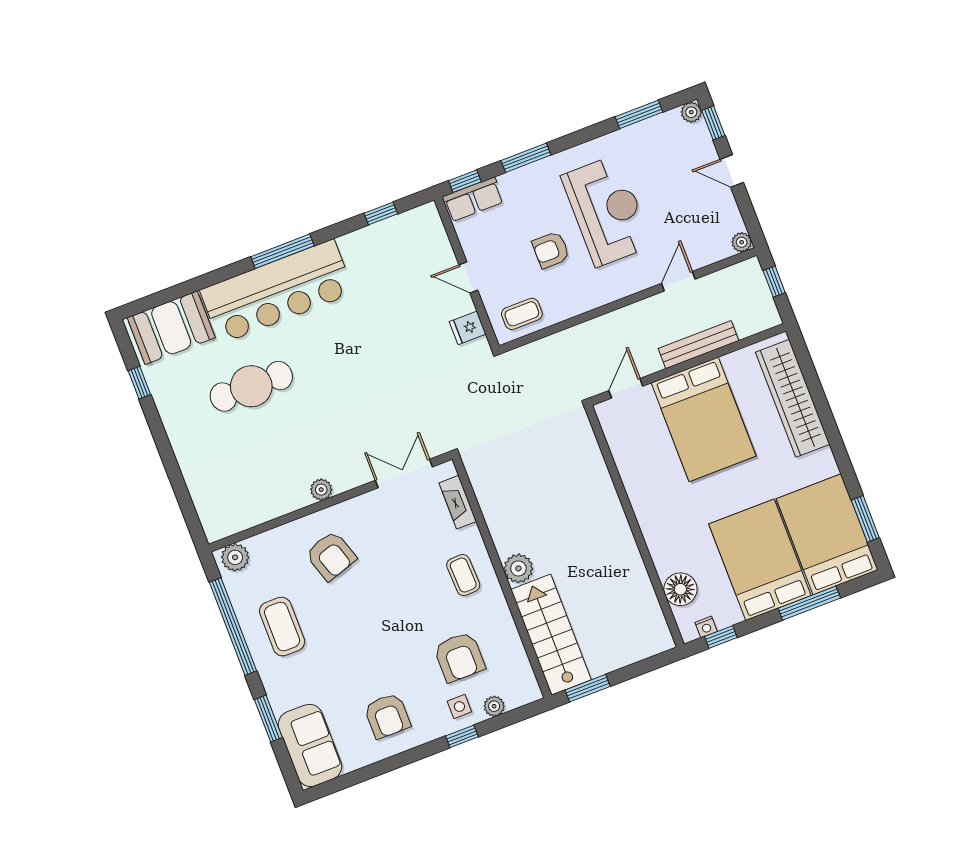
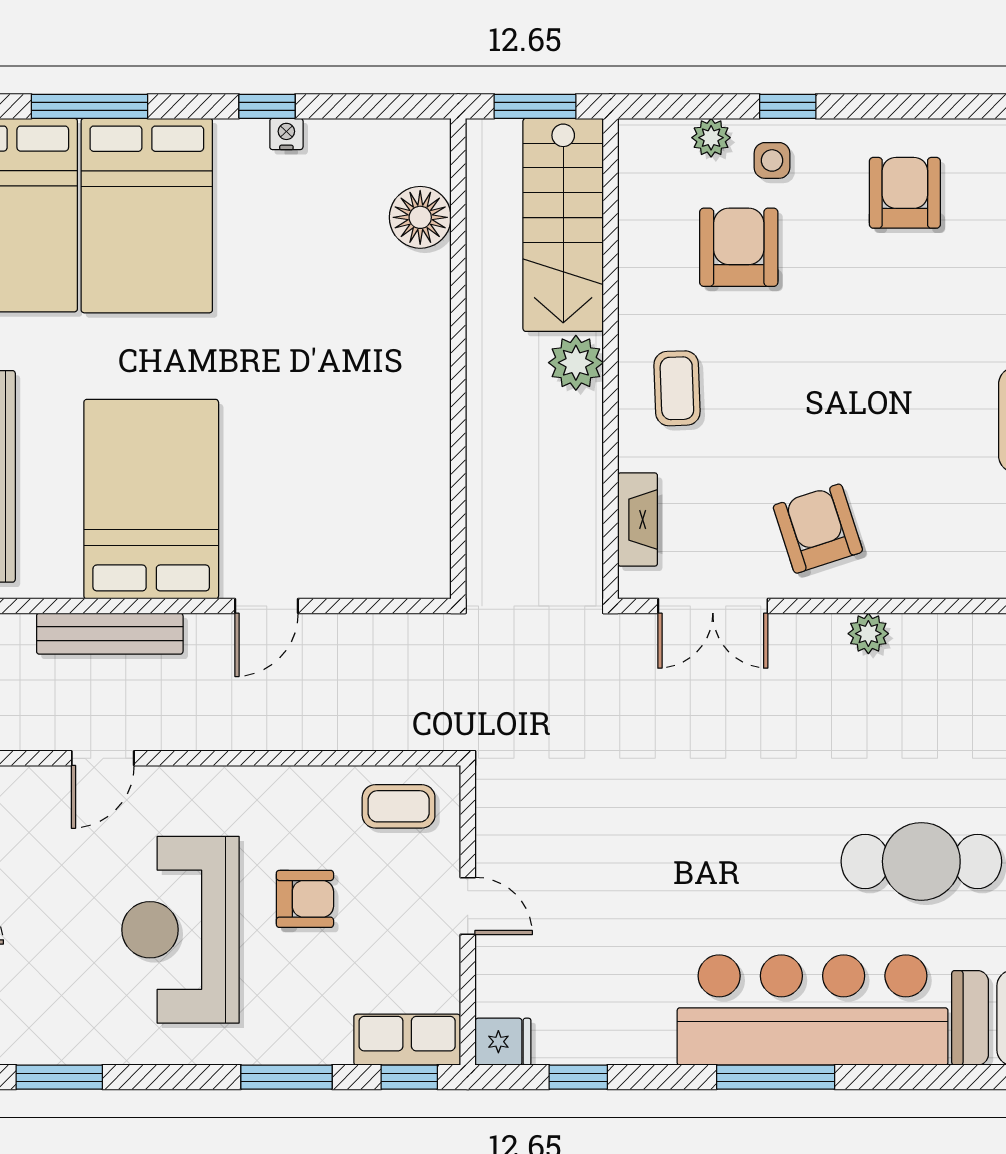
fridge: (468, 328) -> (503, 1042), moved
wall: (635, 526) -> (458, 359), moved
armchair: (331, 556) -> (818, 529), moved
floor lamp: (680, 589) -> (420, 217), moved

